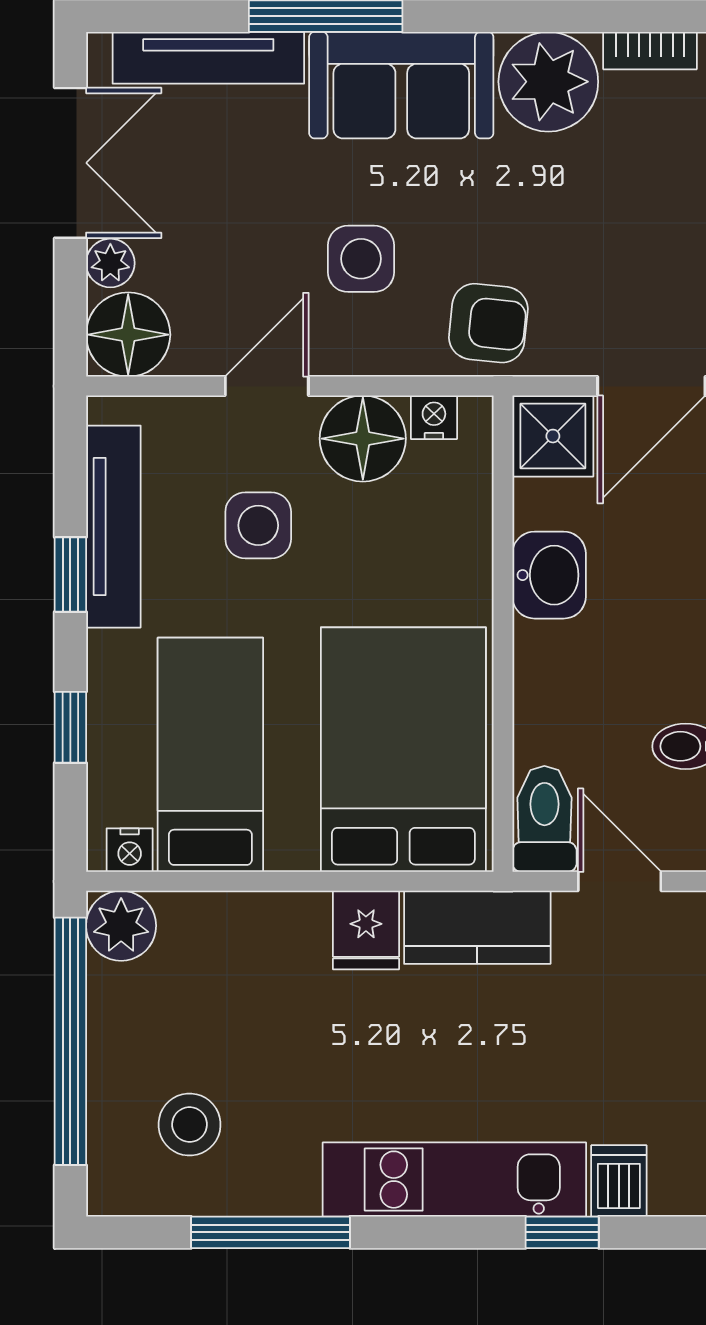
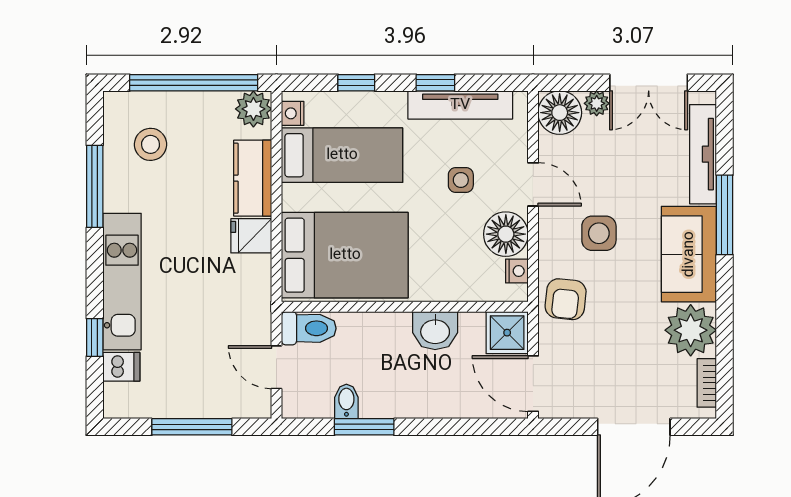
side table: (258, 525) -> (461, 180), width x0.73, depth x0.73
door: (620, 881) -> (276, 367), swing flipped
kitchen counter: (477, 927) -> (253, 178), moved

